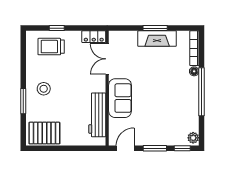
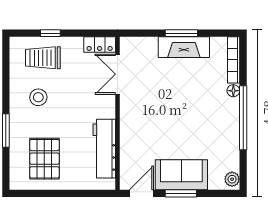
stool: (44, 89) -> (38, 97), moved
sofa: (120, 98) -> (181, 175), moved, turned -90
pallet: (44, 133) -> (44, 159), moved, turned 90
window: (182, 148) -> (217, 193), removed

